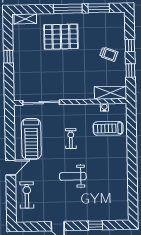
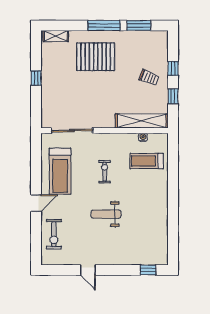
shelving: (110, 93) -> (142, 121), width x1.47
exercise bike: (27, 195) -> (54, 234), turned 180
window: (95, 225) -> (148, 270), moved

